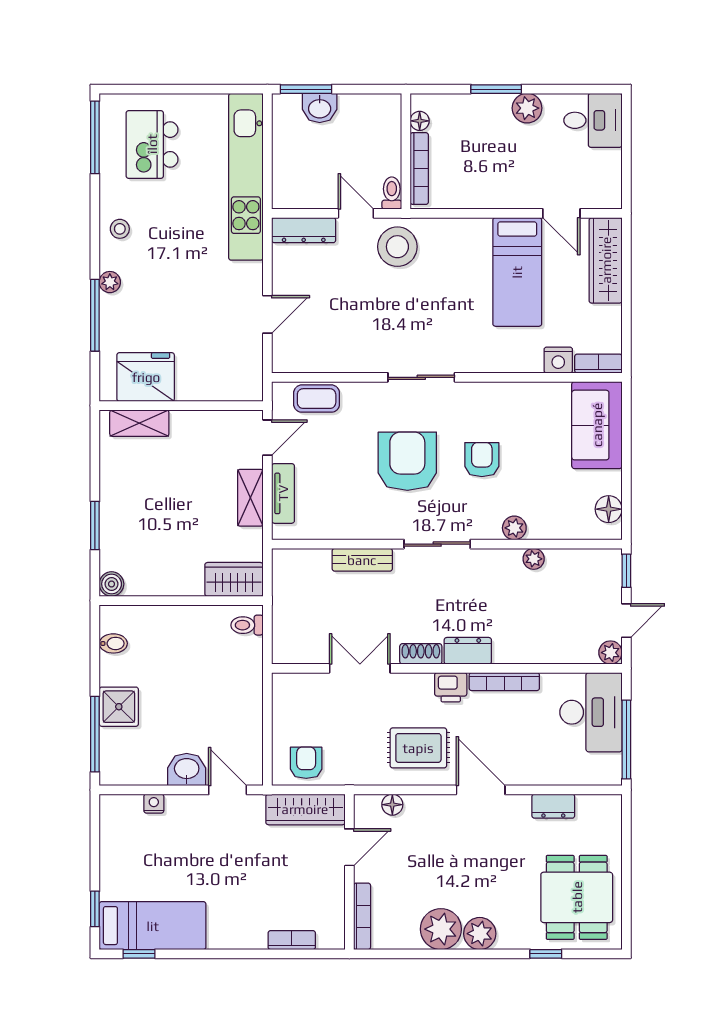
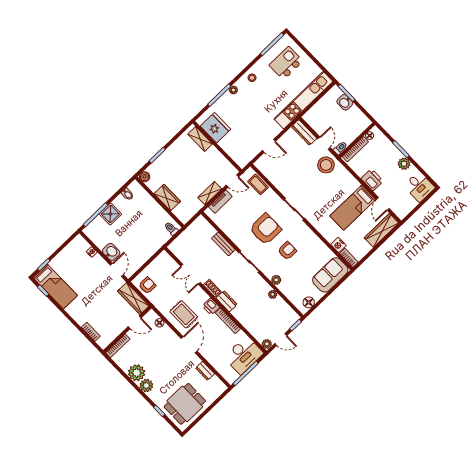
printer: (501, 191) -> (372, 180), added
wardrobe: (234, 579) -> (167, 198), moved
double door: (360, 668) -> (191, 274), swing flipped

